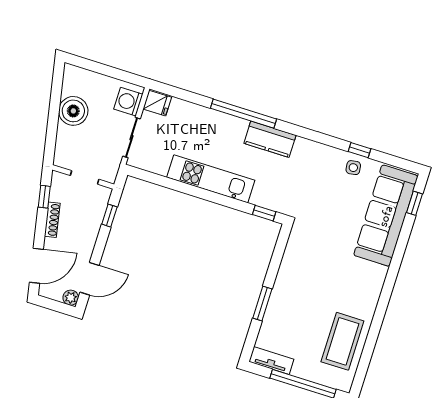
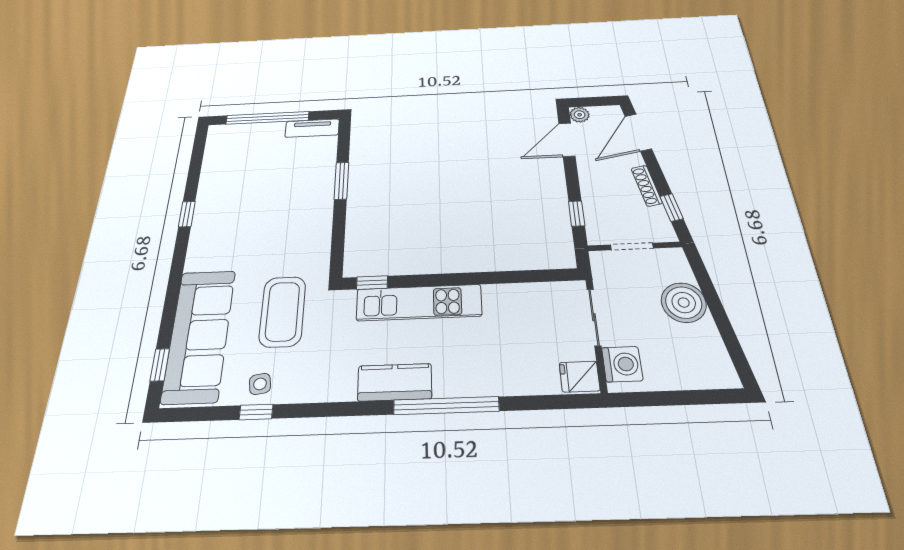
boiler: (73, 111) -> (684, 303), moved
kitchen unit: (211, 179) -> (419, 303), moved
window: (379, 316) -> (187, 214), added
coffee table: (342, 341) -> (283, 311), moved

